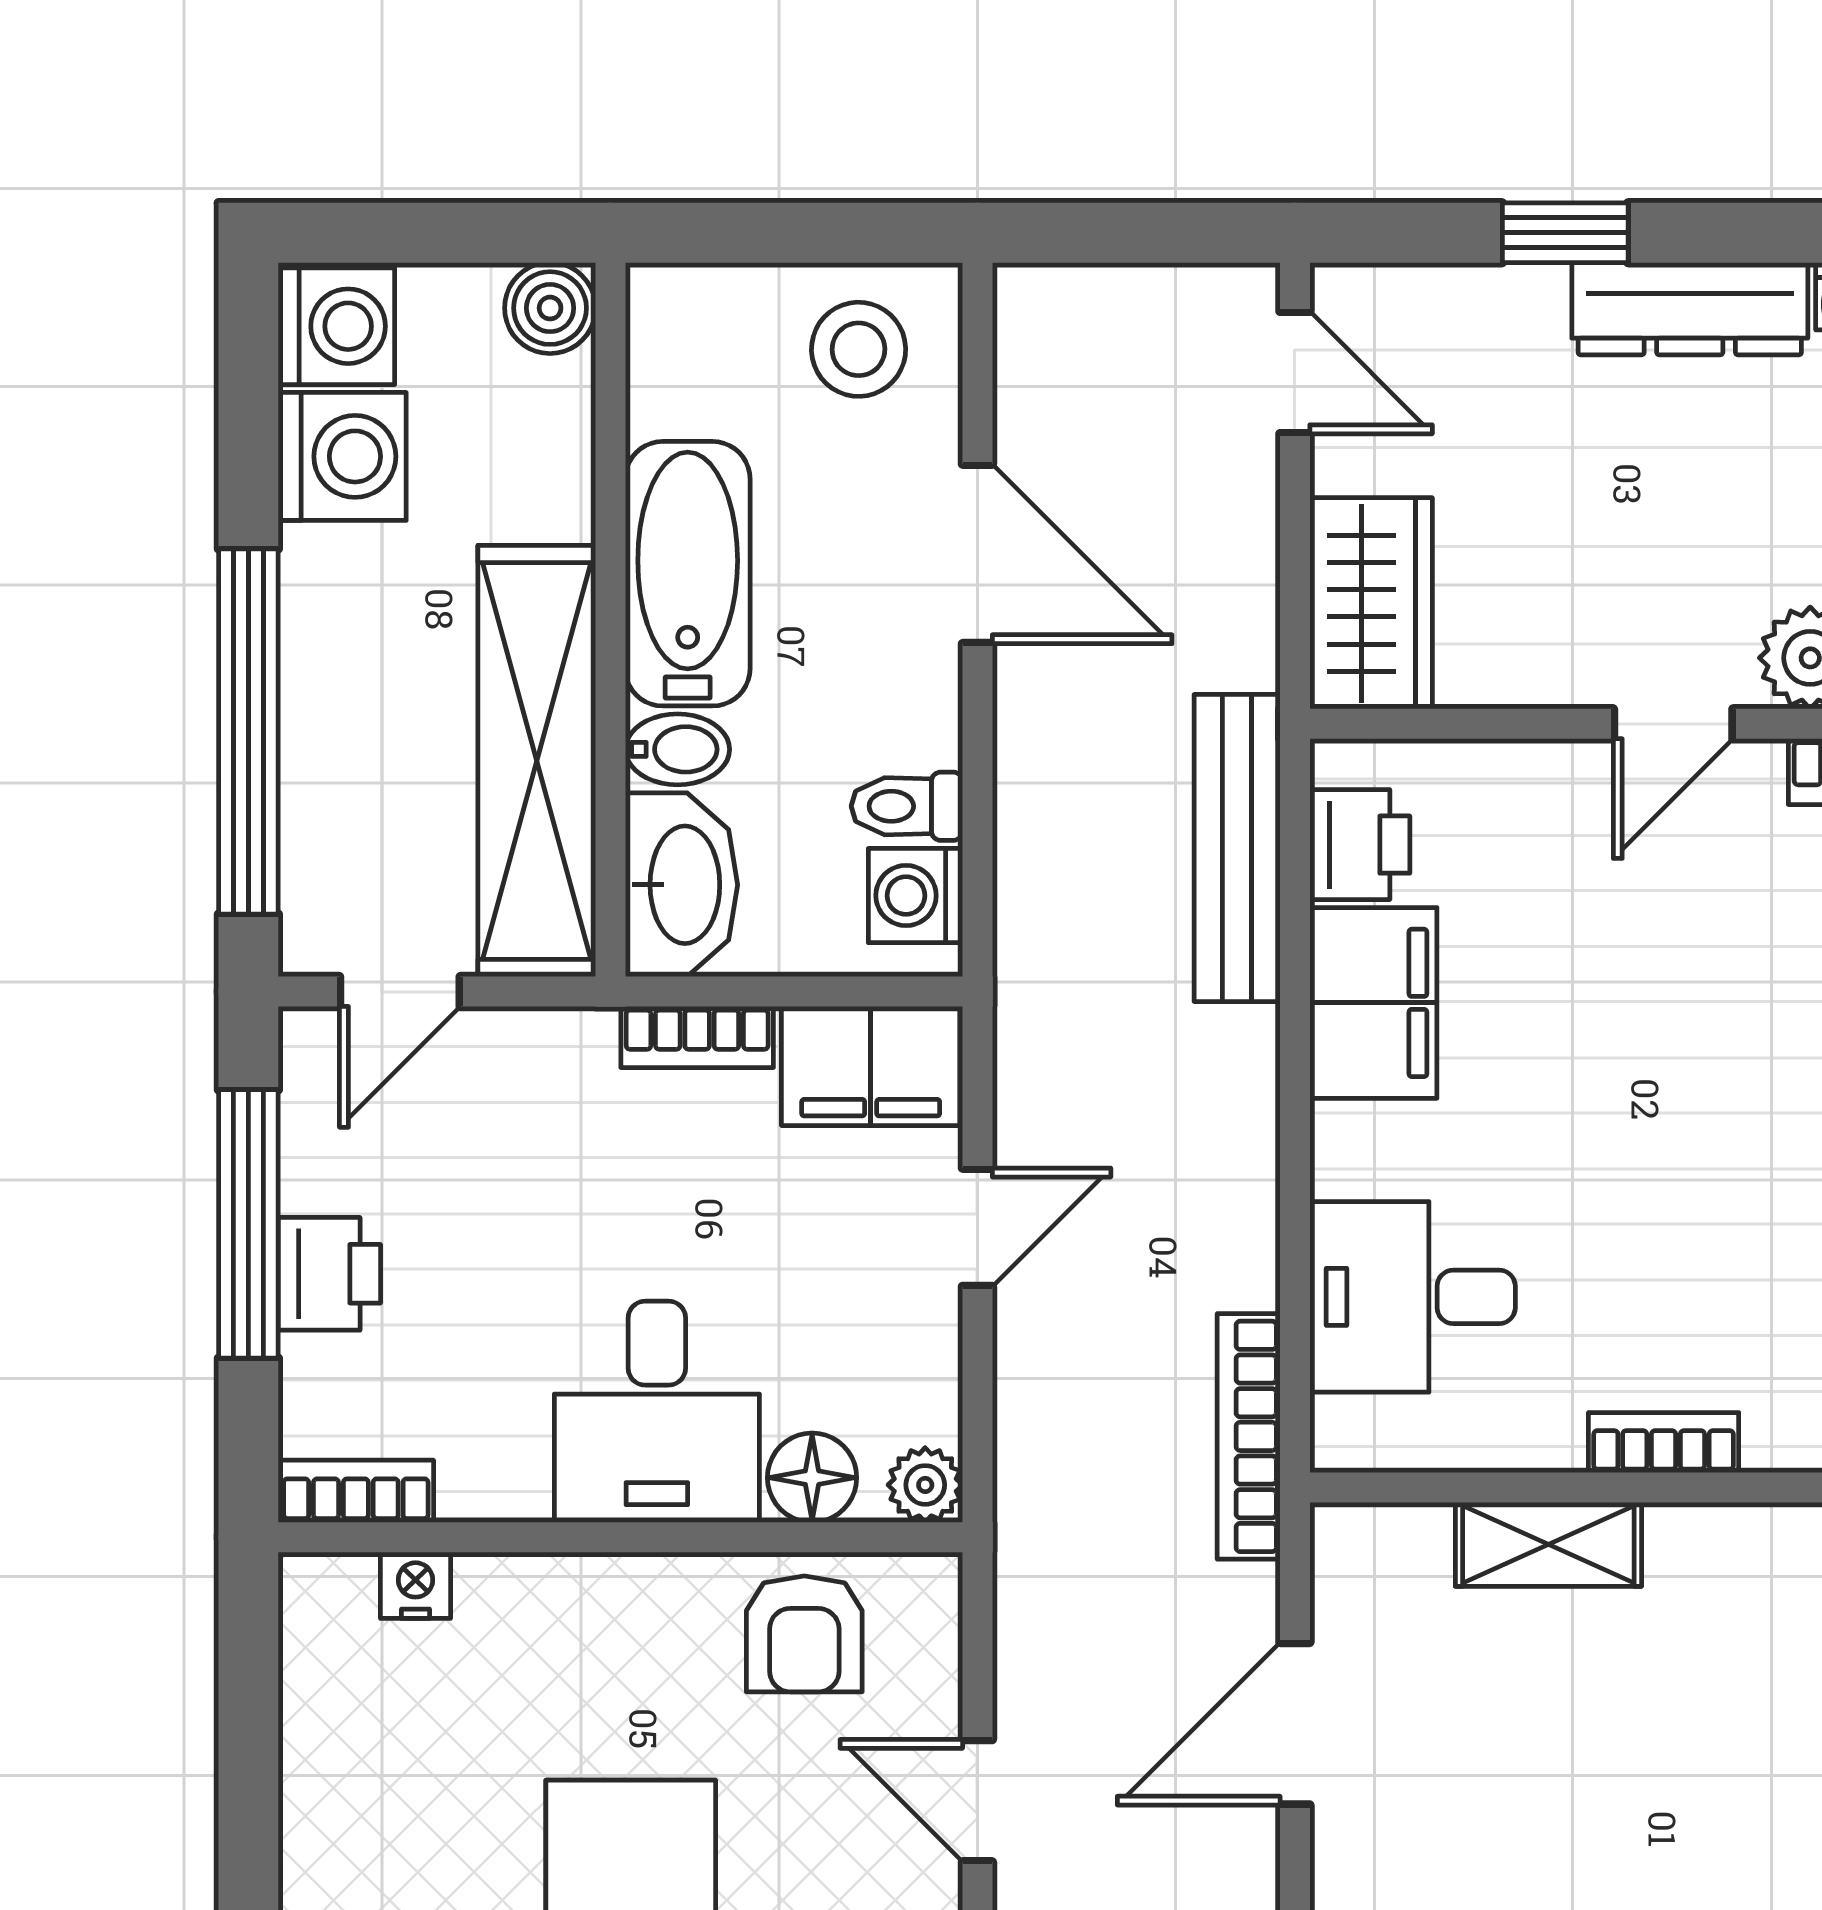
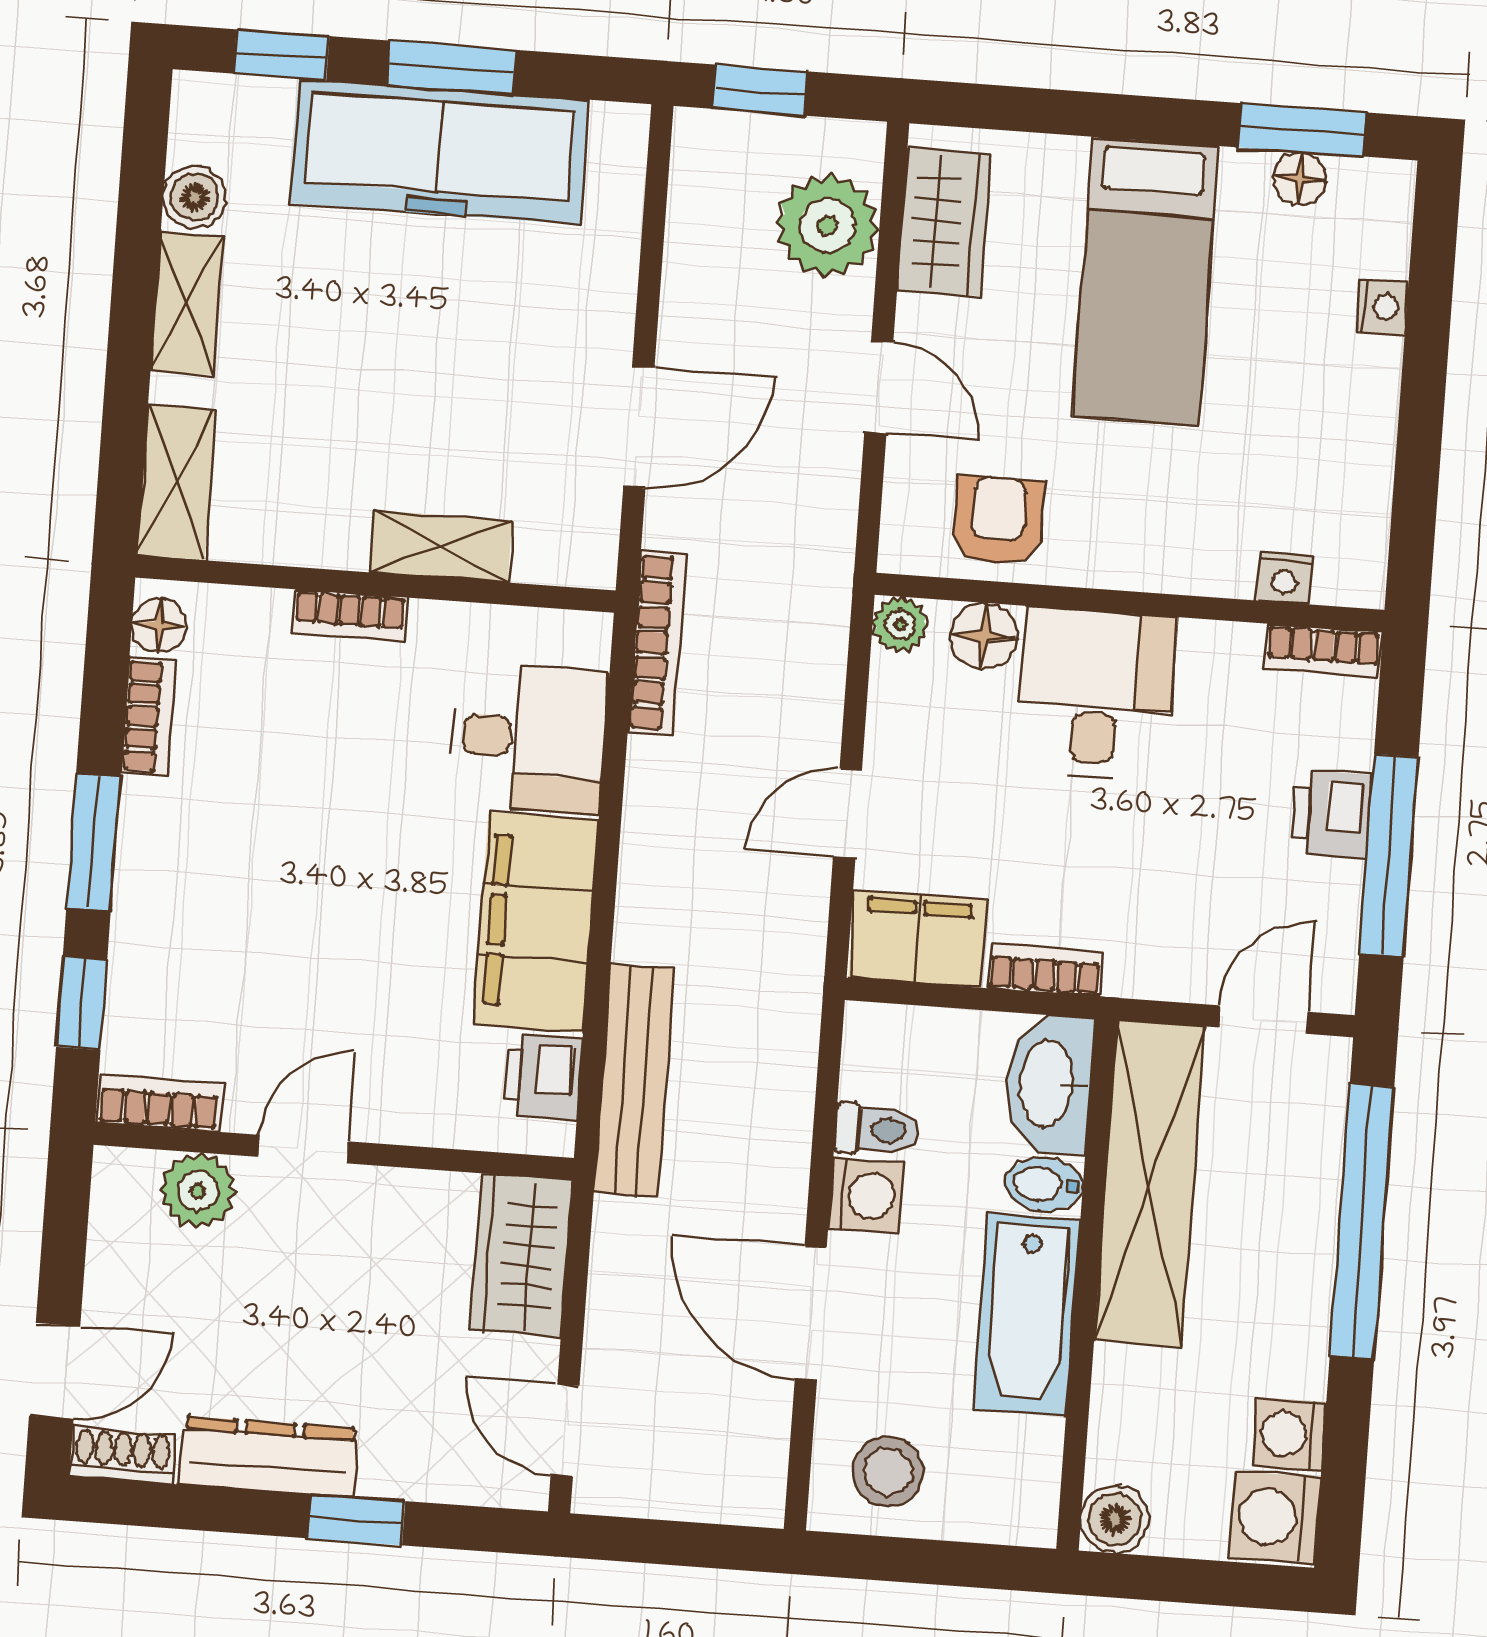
washing machine: (342, 456) -> (1289, 1434), width x0.73, depth x0.73
washing machine: (915, 896) -> (866, 1196), moved
filing cabinet: (1373, 1003) -> (536, 922), width x1.50, depth x1.17

